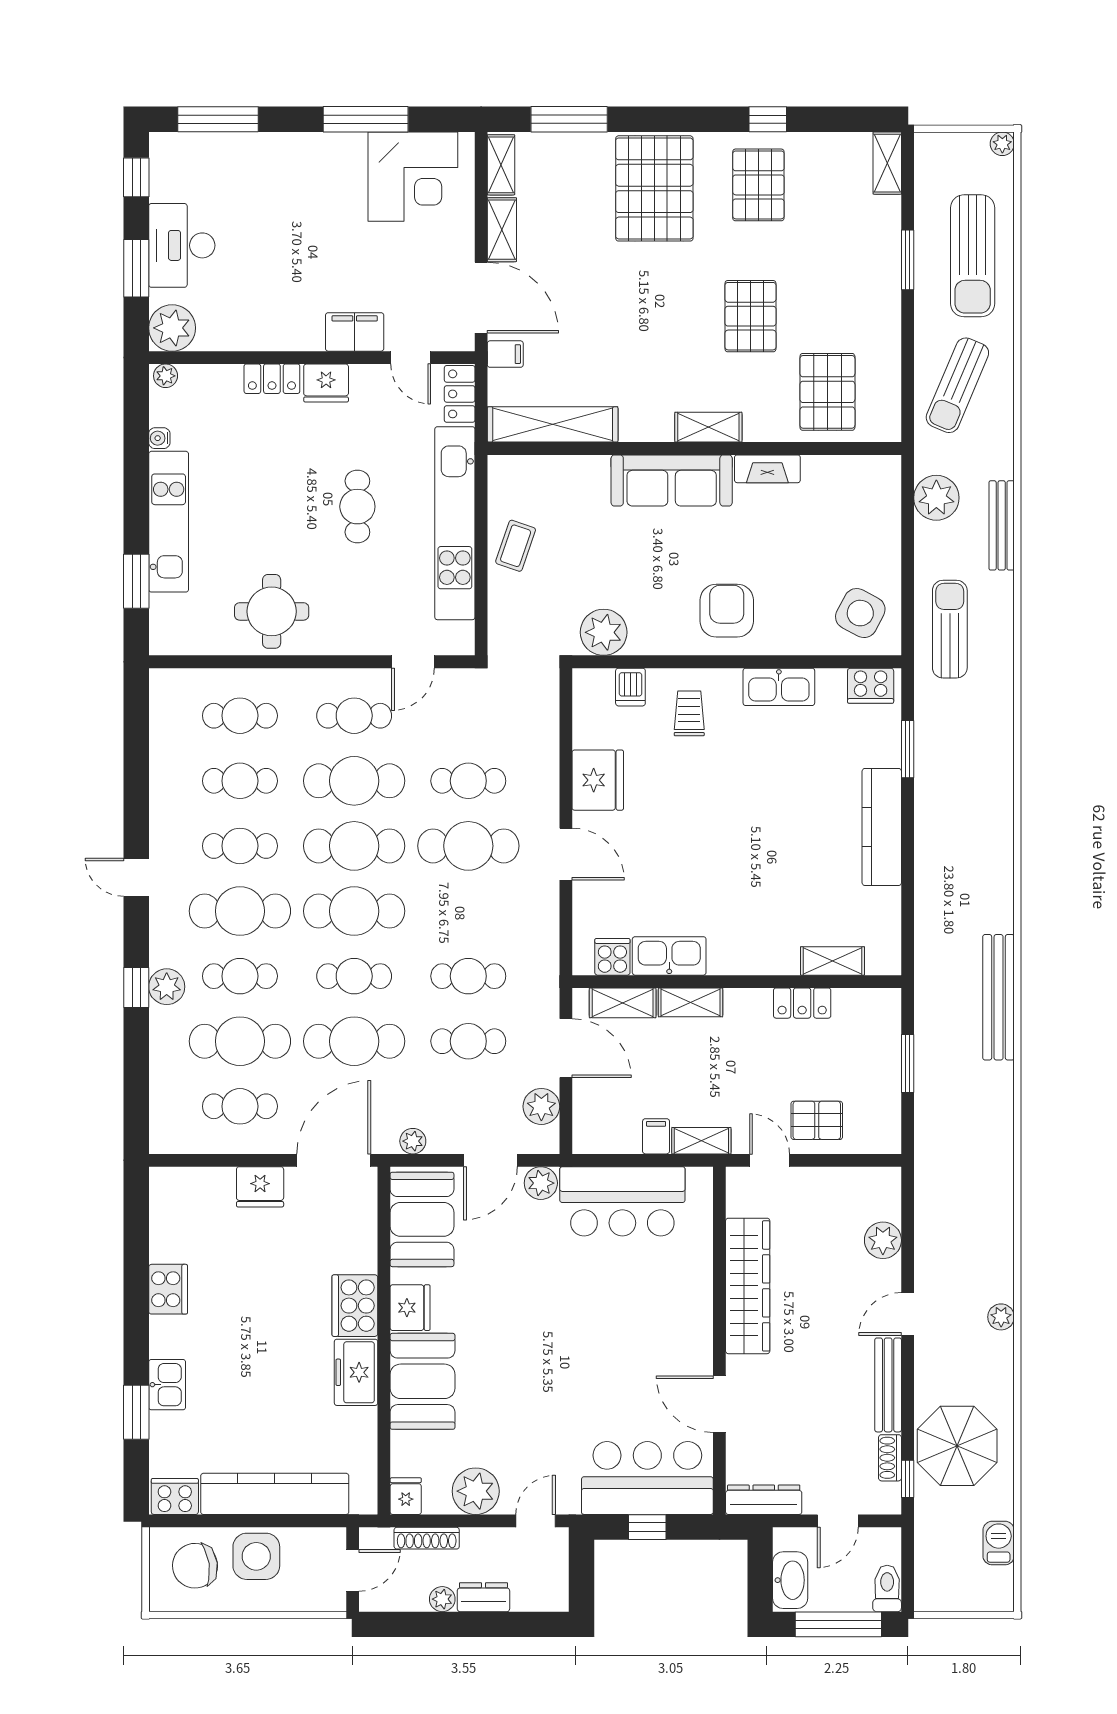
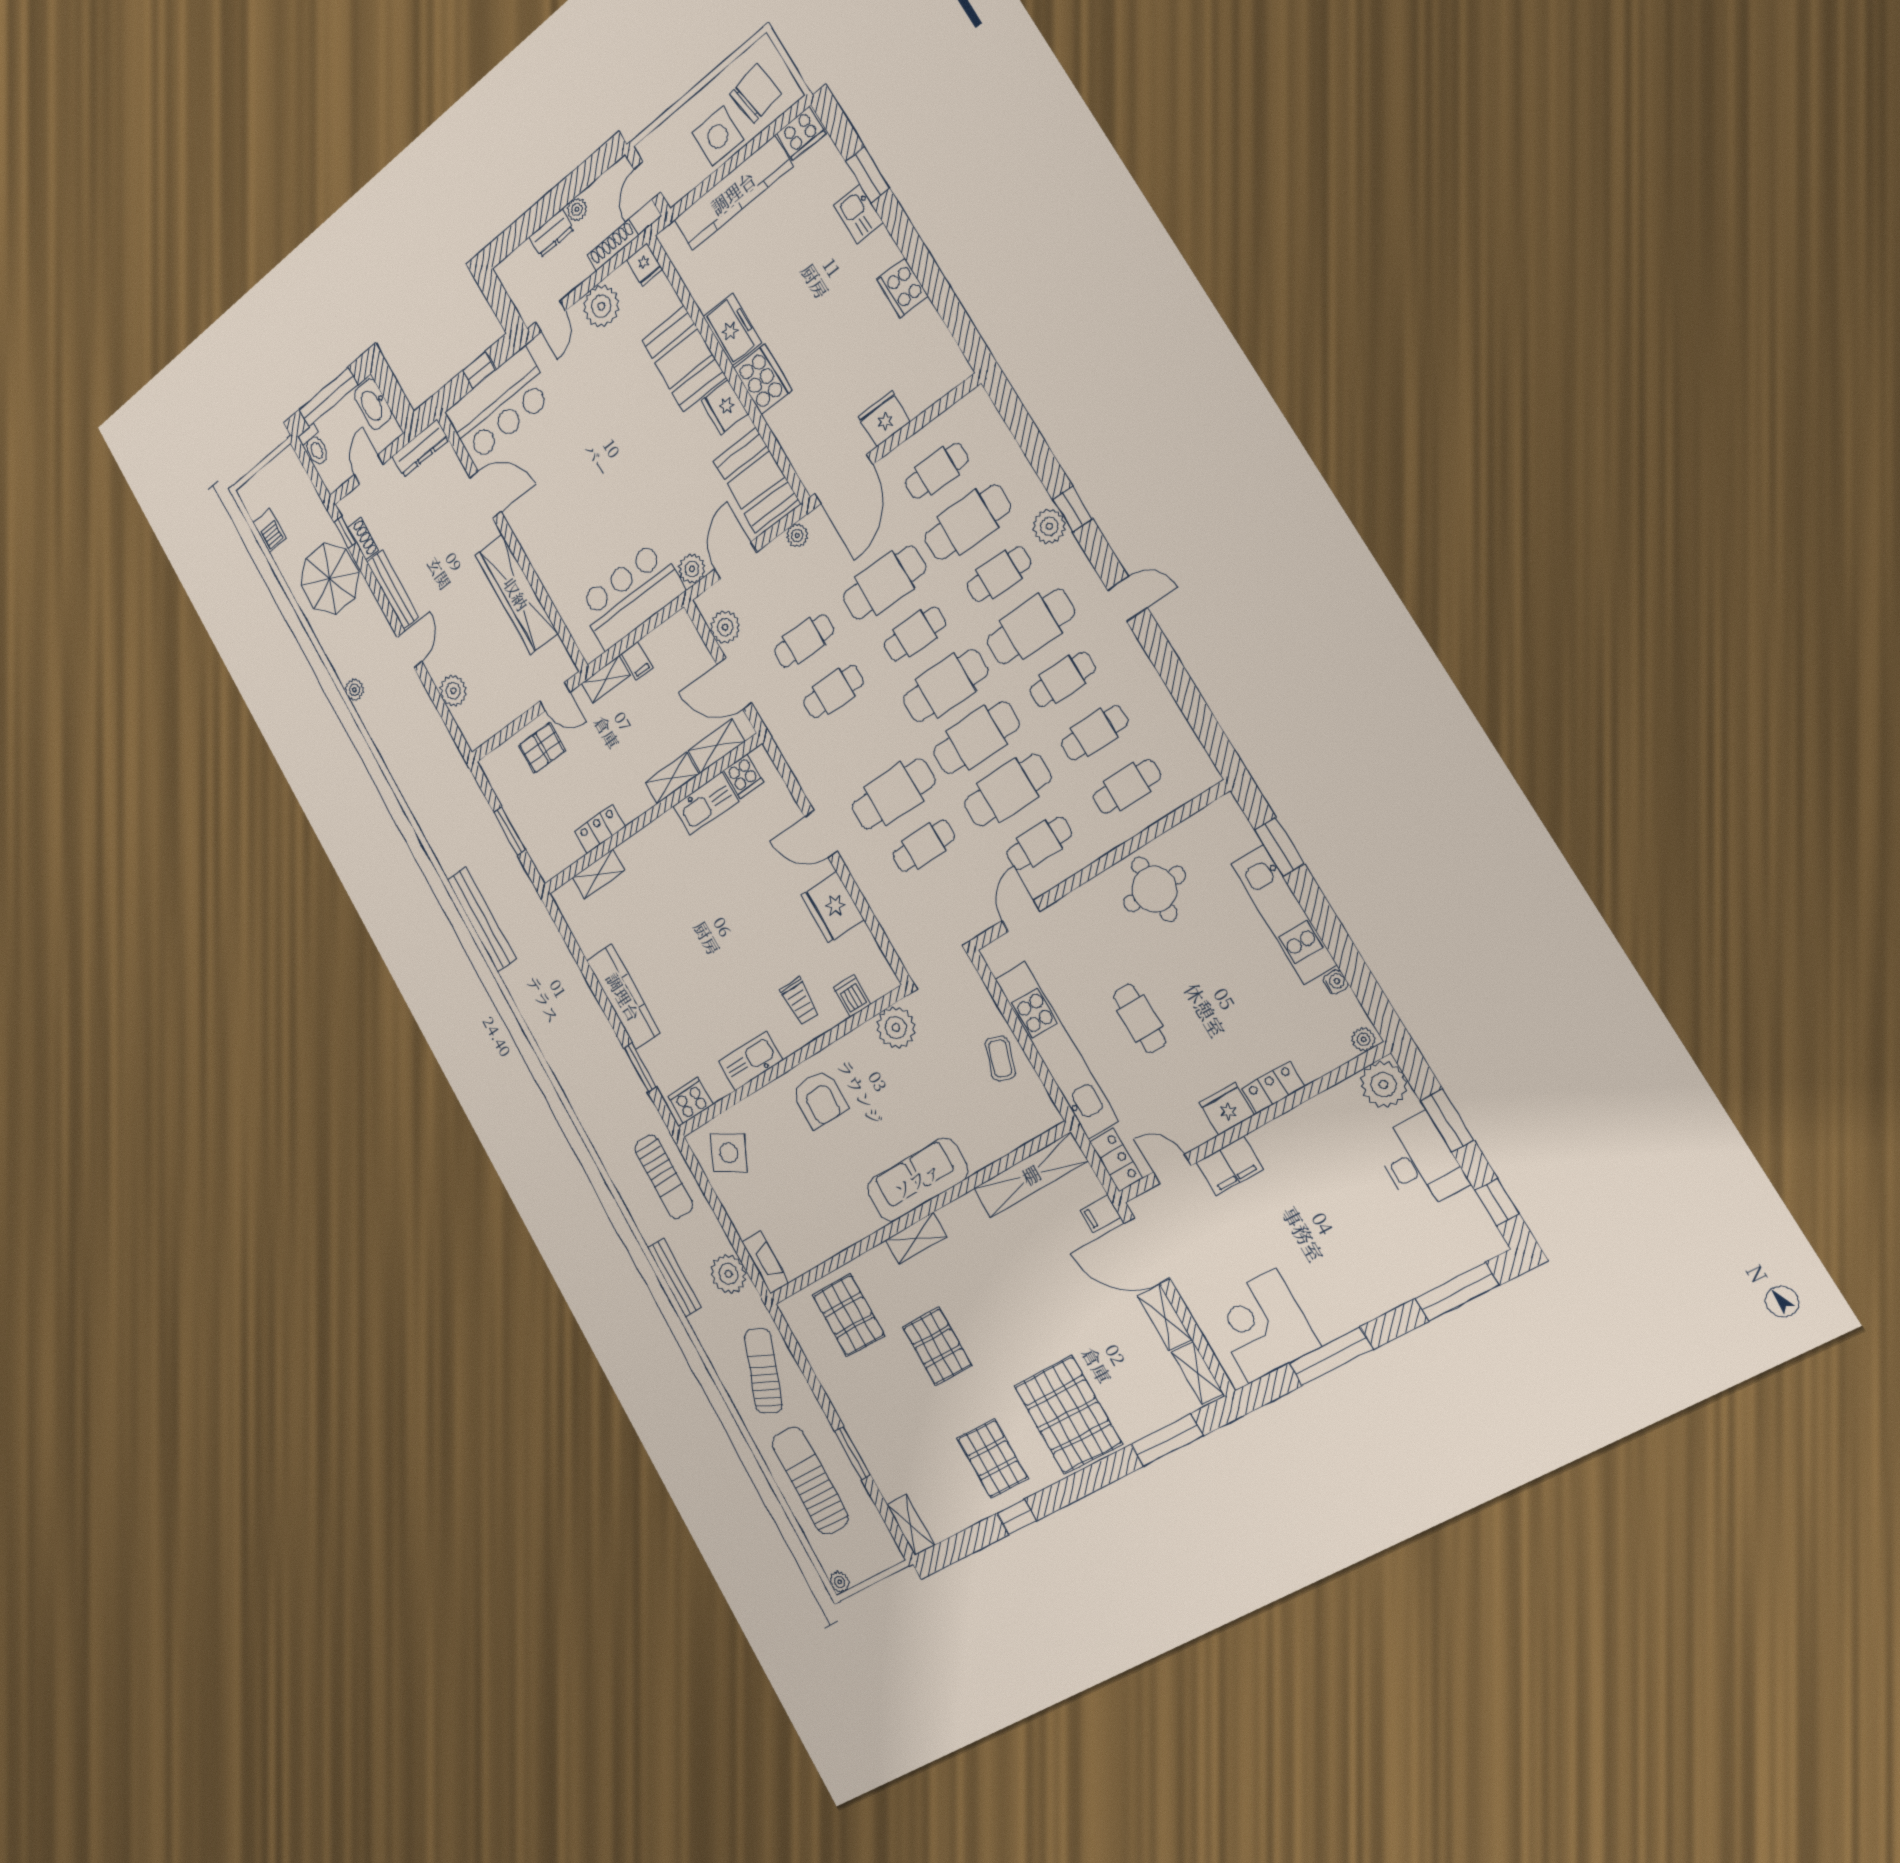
fireplace: (767, 469) -> (765, 1262), moved, turned 90

